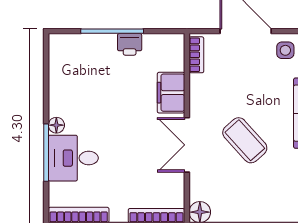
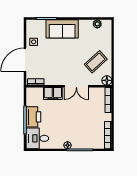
printer: (130, 44) -> (33, 117), width x1.87, depth x1.48
coffee table: (245, 140) -> (96, 62), moved
desk: (73, 158) -> (37, 138), moved, turned 90

